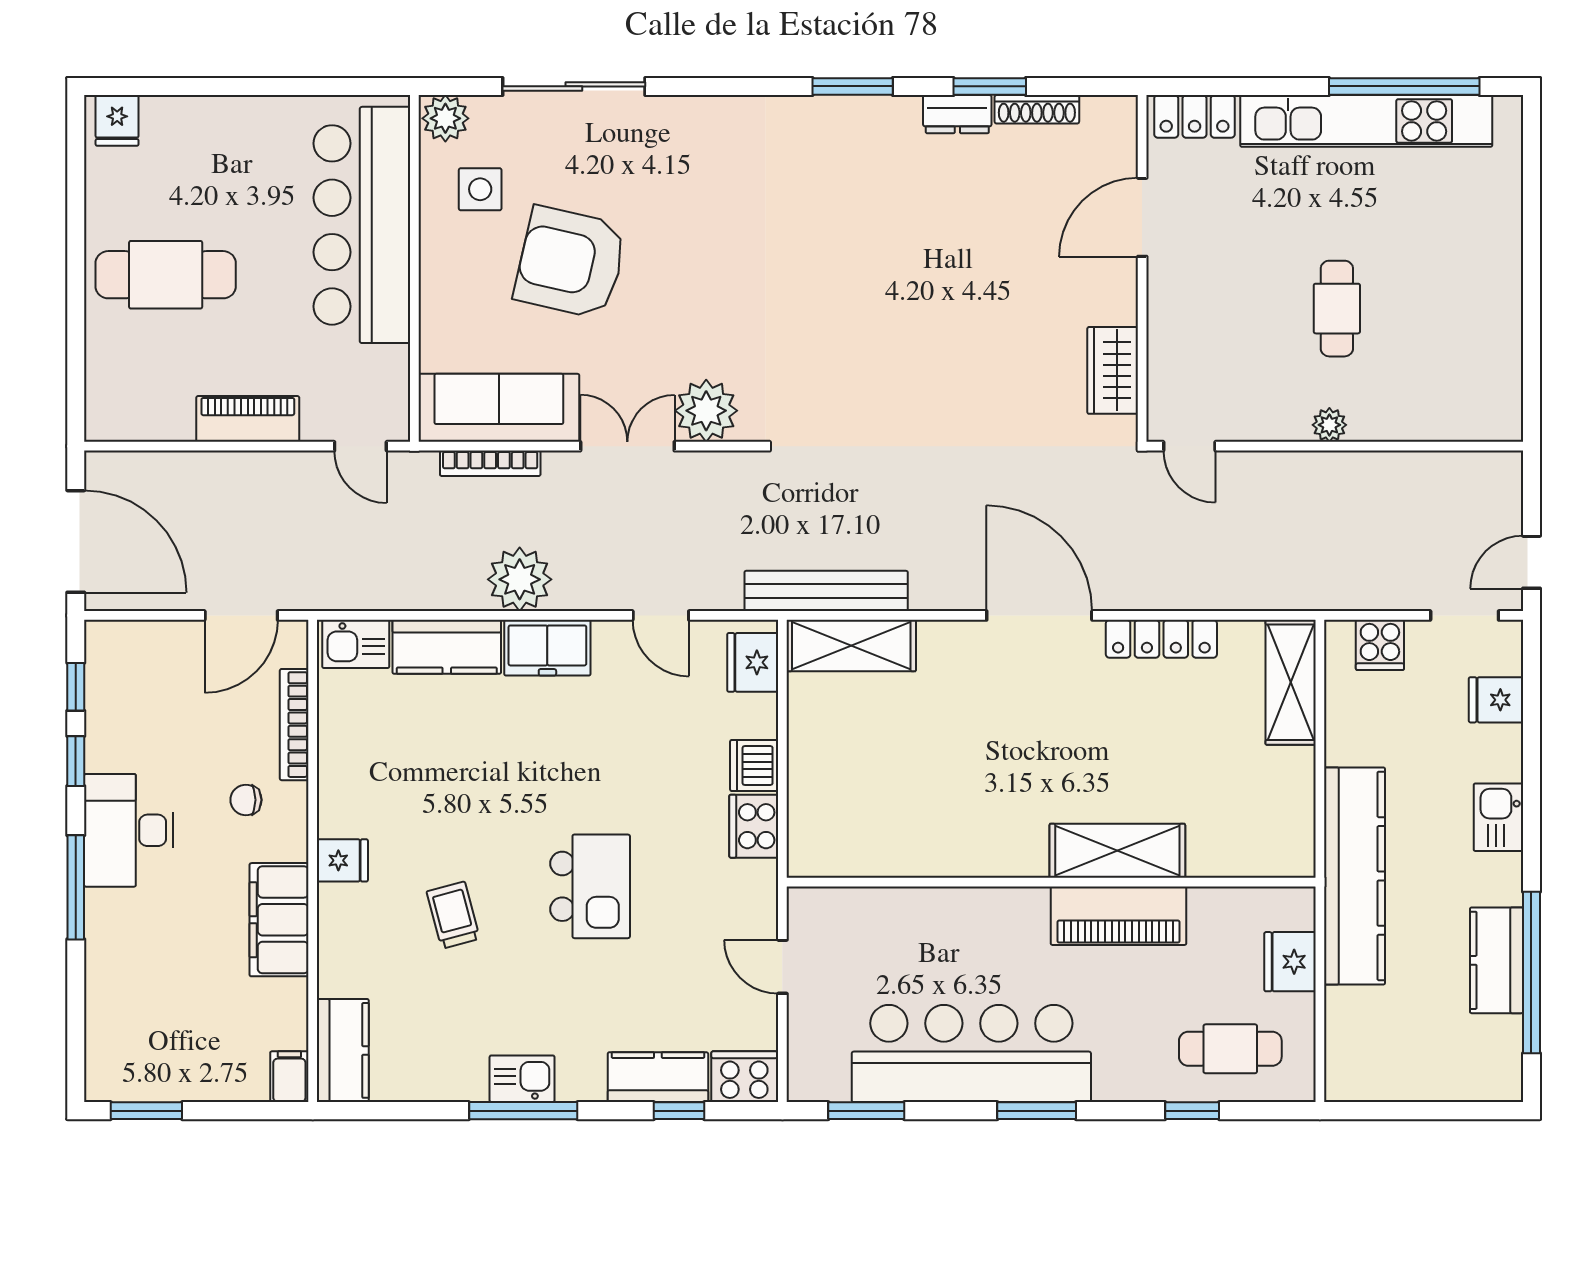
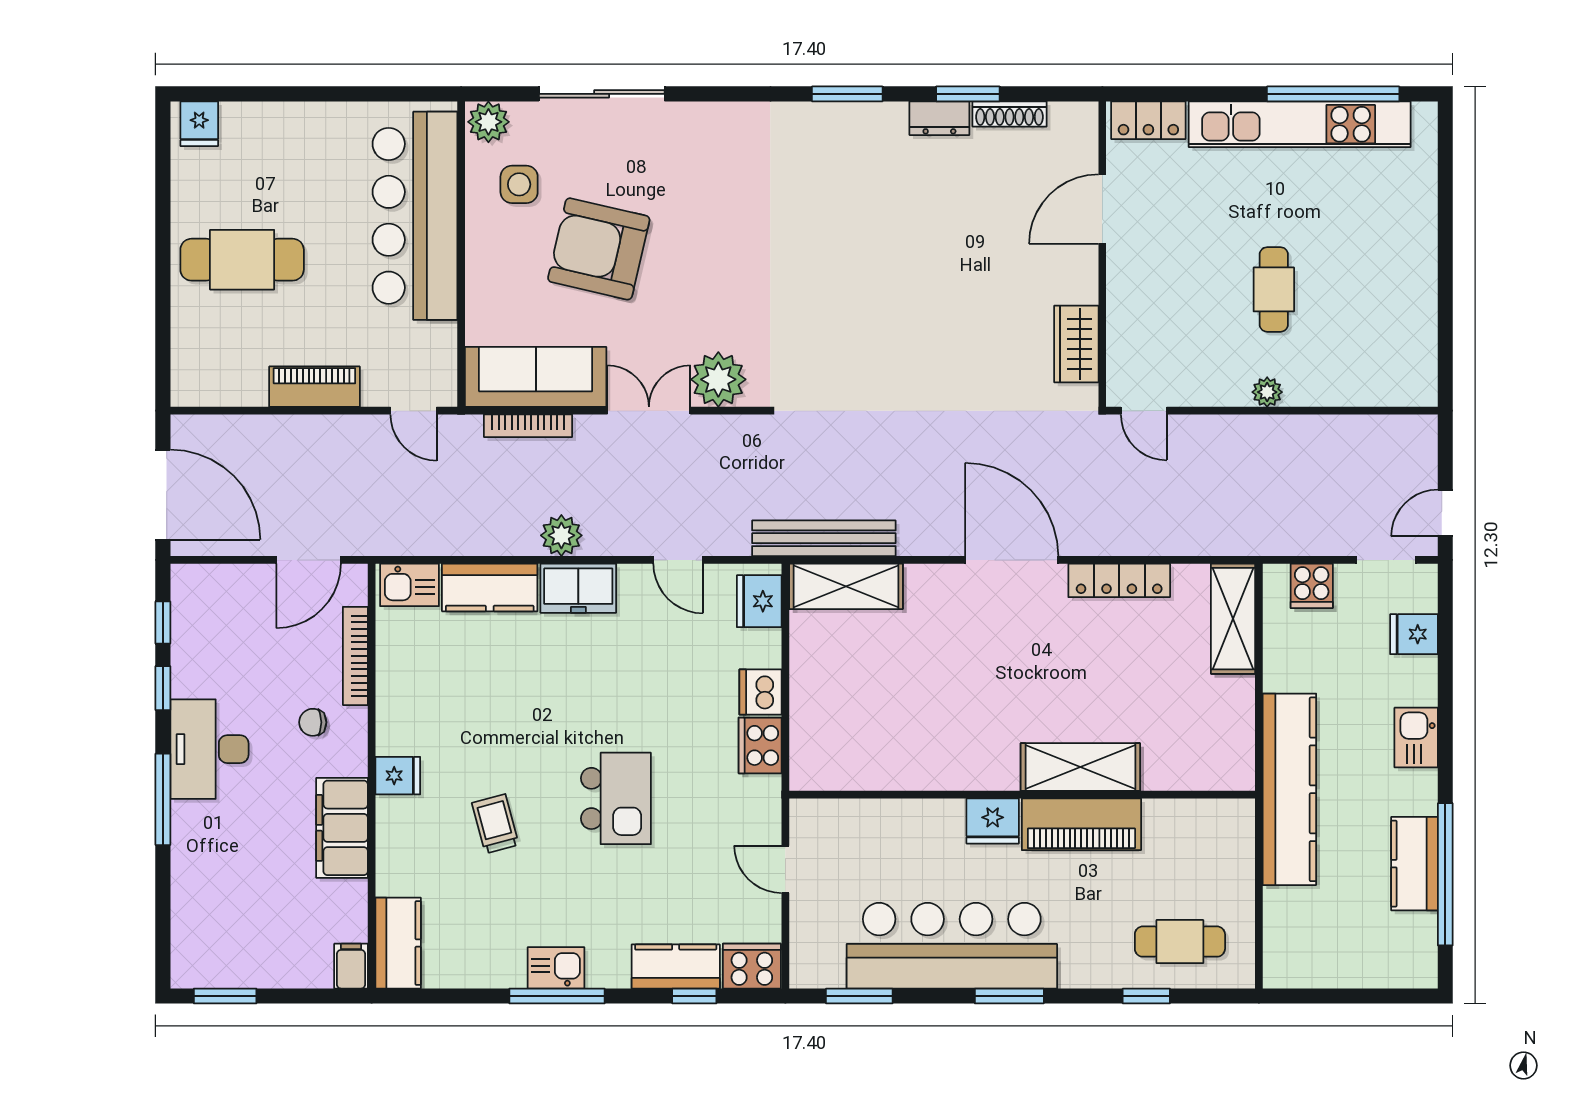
plant: (520, 579) -> (561, 535), width x0.73, depth x0.73
fridge: (1290, 962) -> (993, 821), moved, turned -90

